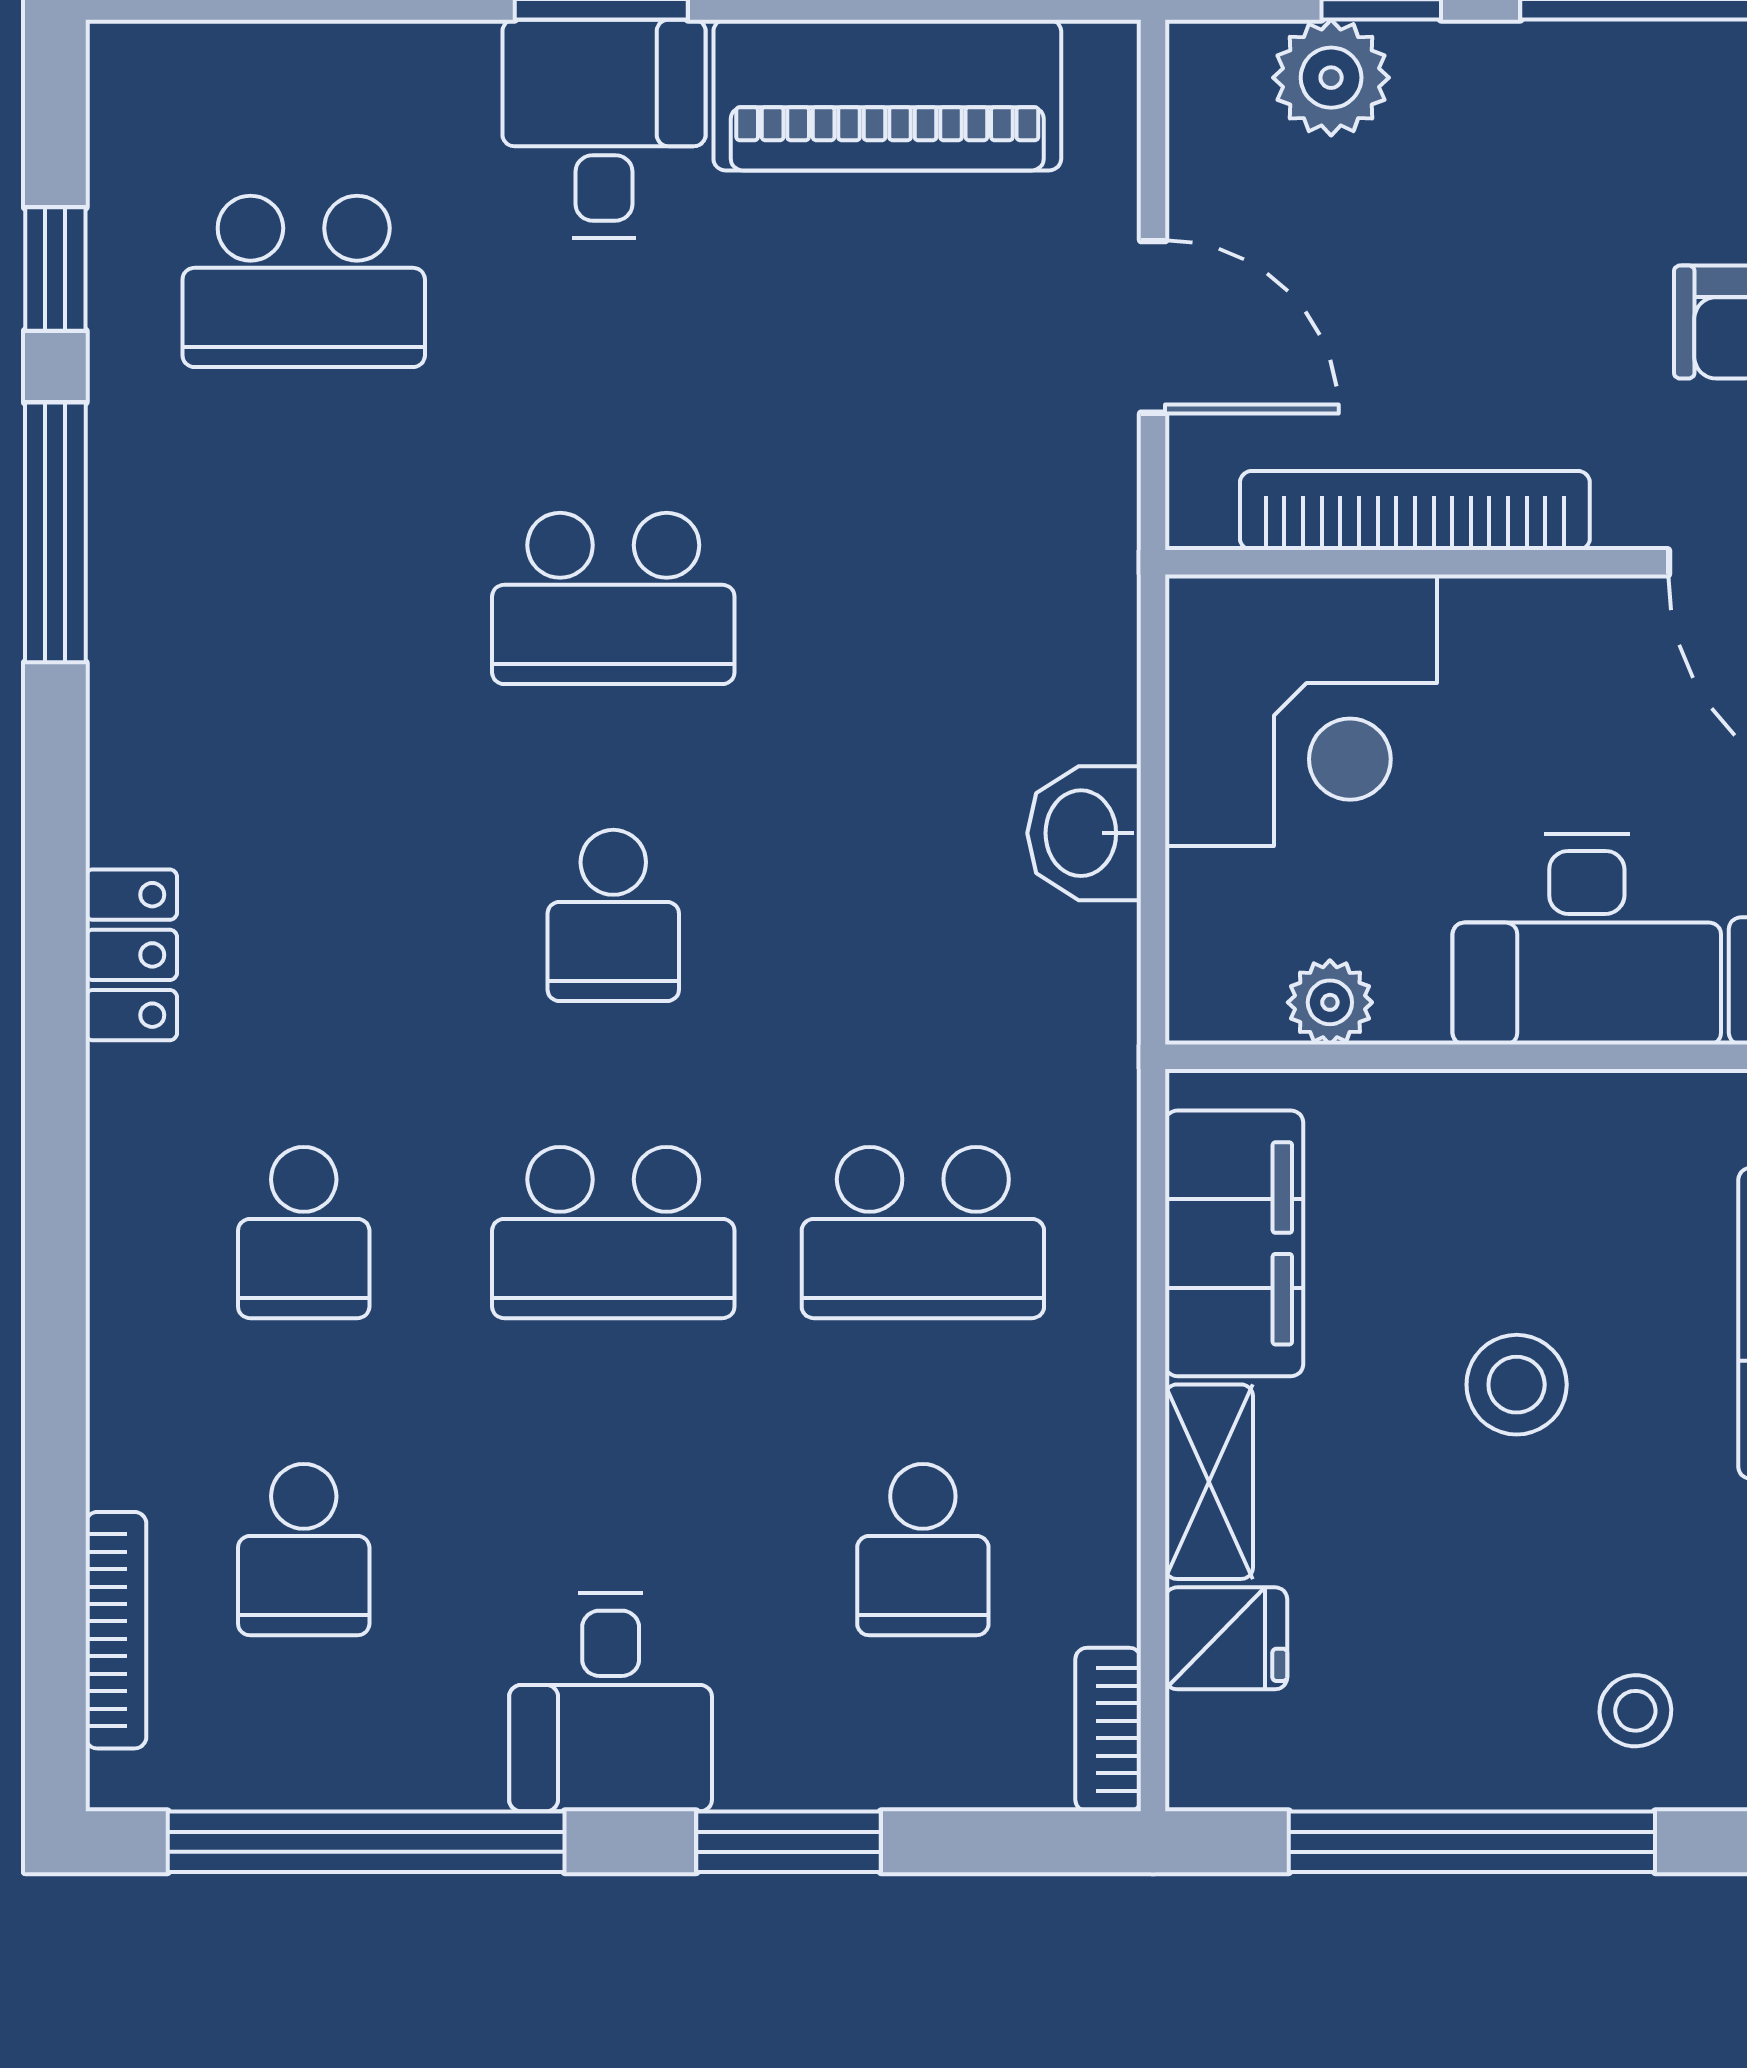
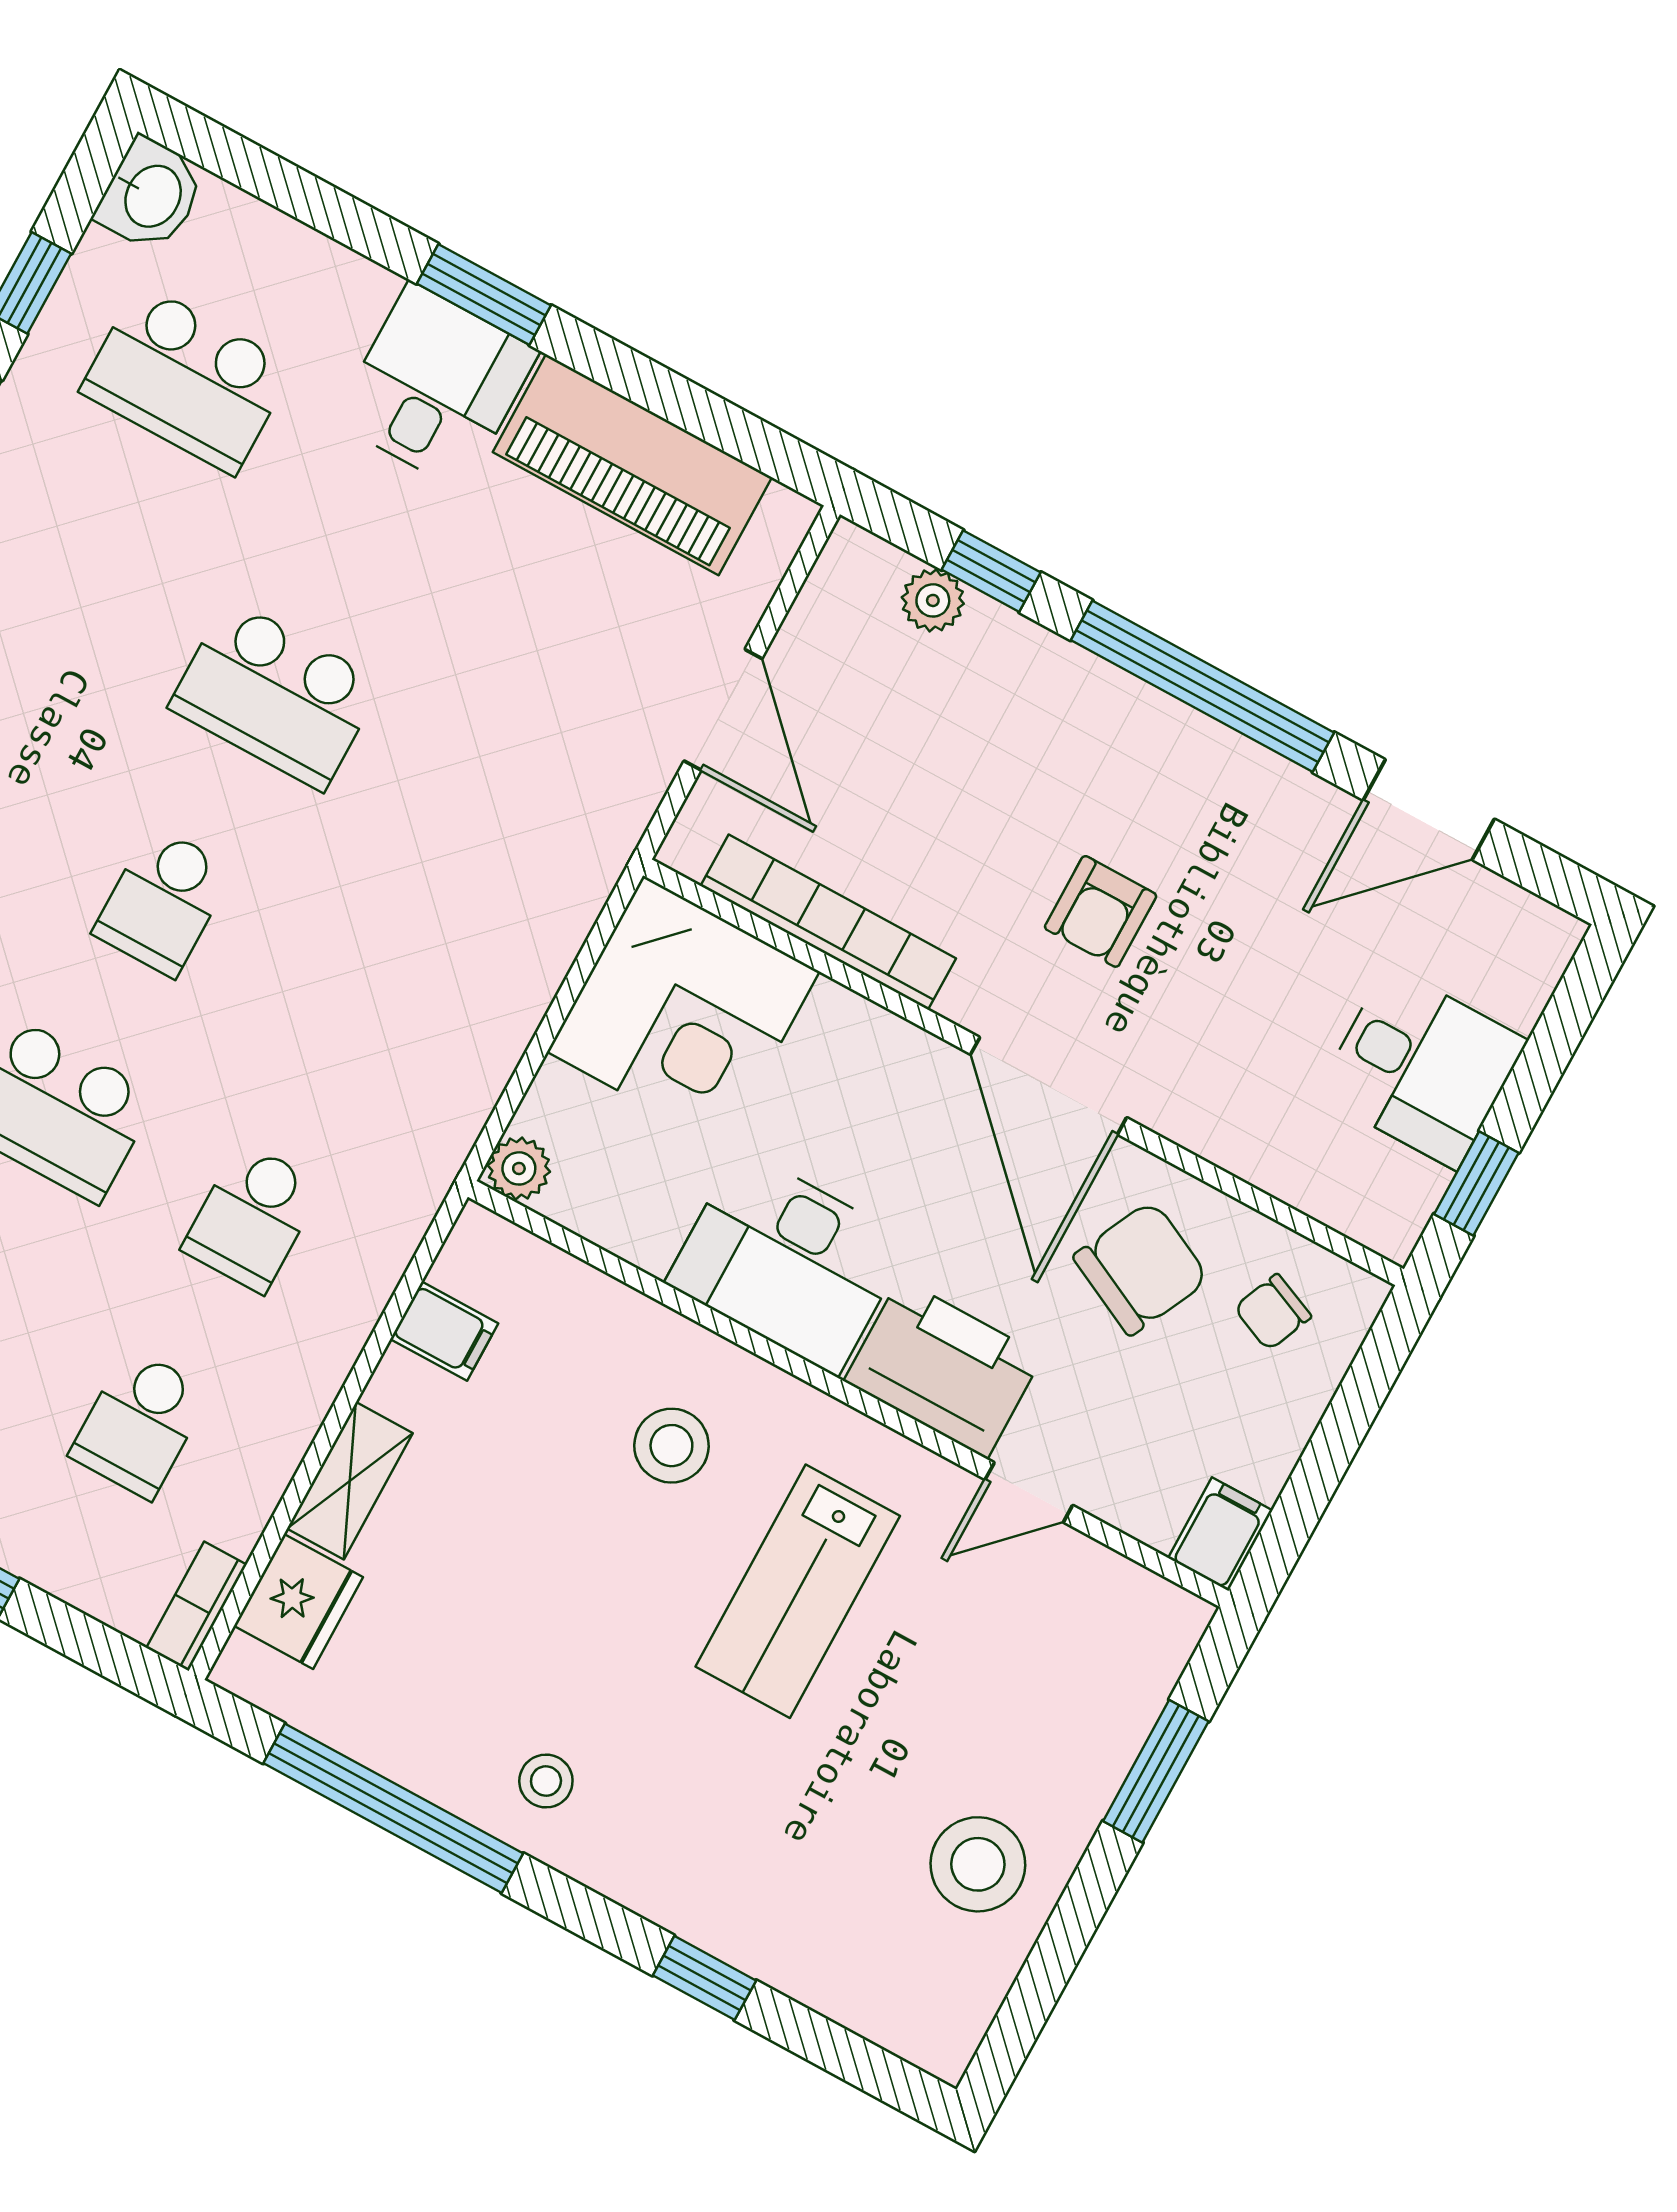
plant: (1331, 78) -> (933, 600), width x0.73, depth x0.73
washbasin: (1084, 833) -> (151, 195), moved, turned 180
plant: (1330, 1002) -> (519, 1168), moved
school desk: (923, 1233) -> (252, 1217), width x0.54
filing cabinet: (1234, 1243) -> (444, 1331), width x0.33, depth x0.86
stool: (1517, 1385) -> (671, 1446), moved
fridge: (1226, 1638) -> (298, 1602), width x1.38

